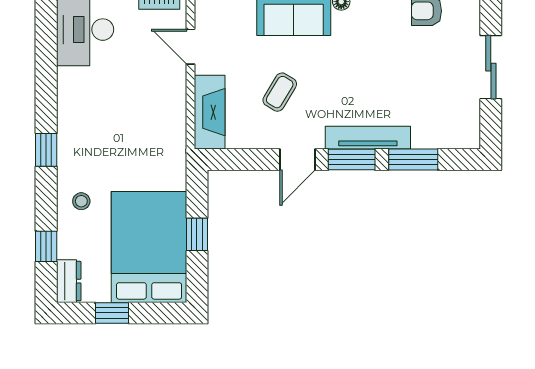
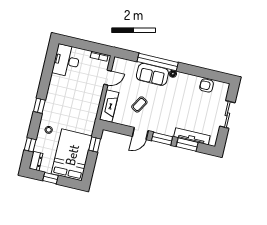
door: (190, 47) -> (108, 78), swing flipped
tv unit: (368, 138) -> (192, 136), moved
window: (197, 234) -> (95, 144), moved

